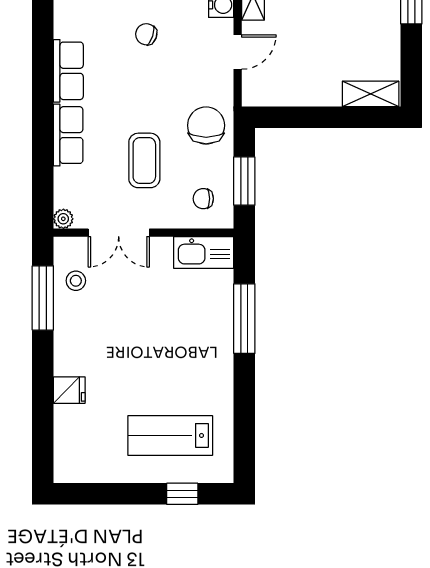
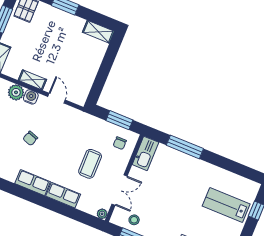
shelving: (371, 94) -> (98, 32), moved, turned 90
chair: (206, 125) -> (85, 128), removed
coffee table: (144, 160) -> (90, 164), turned 90
lab bench: (170, 435) -> (226, 205), turned 90

